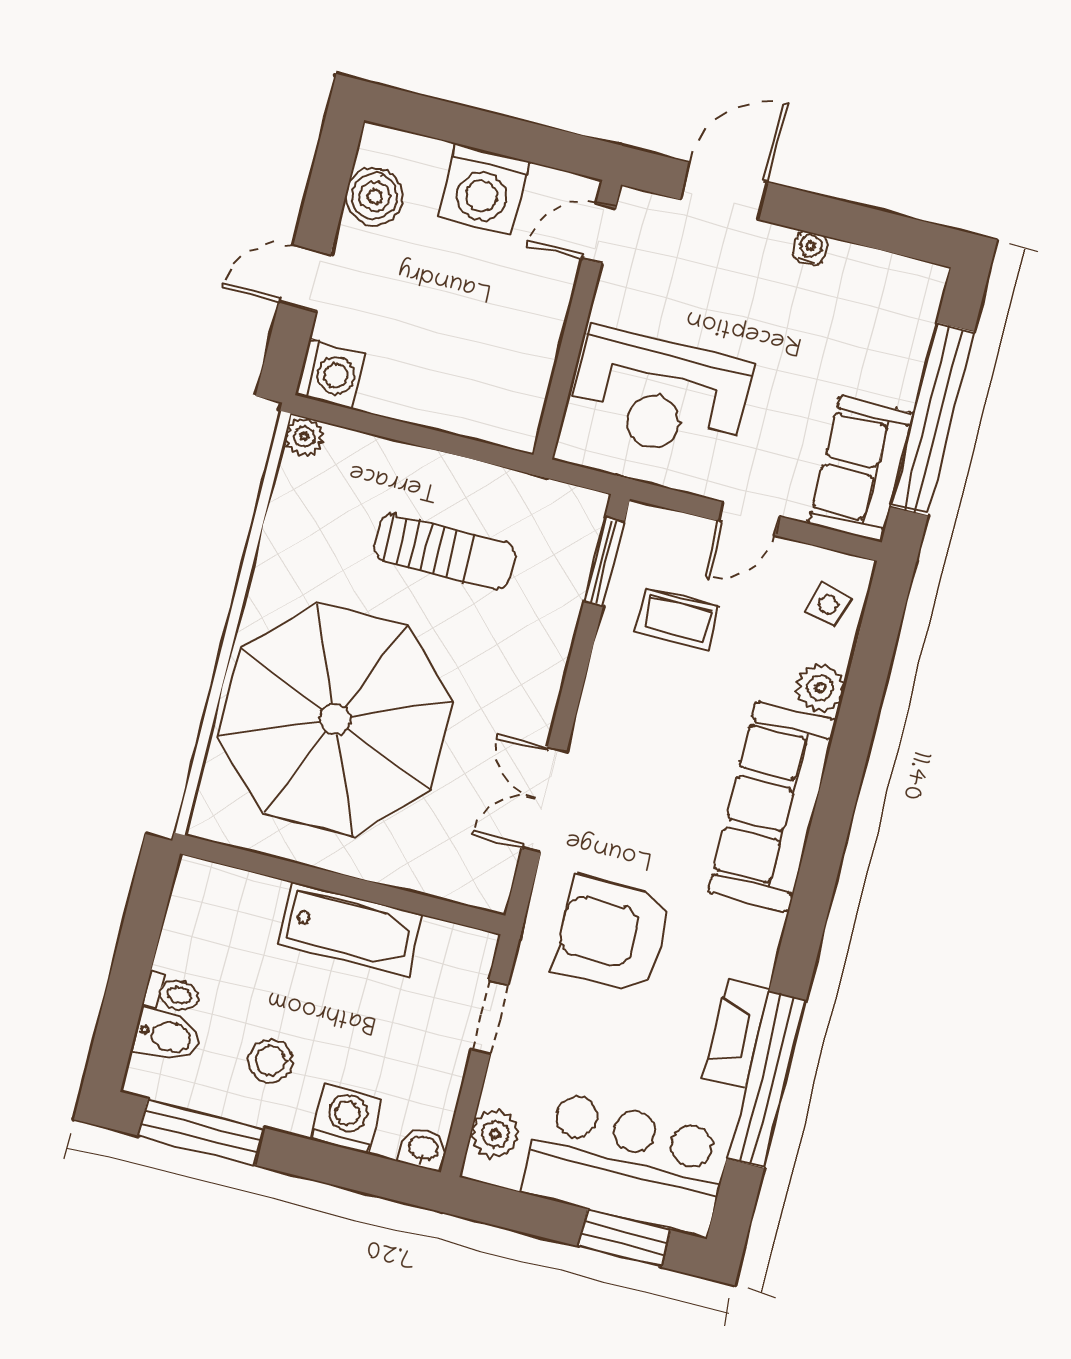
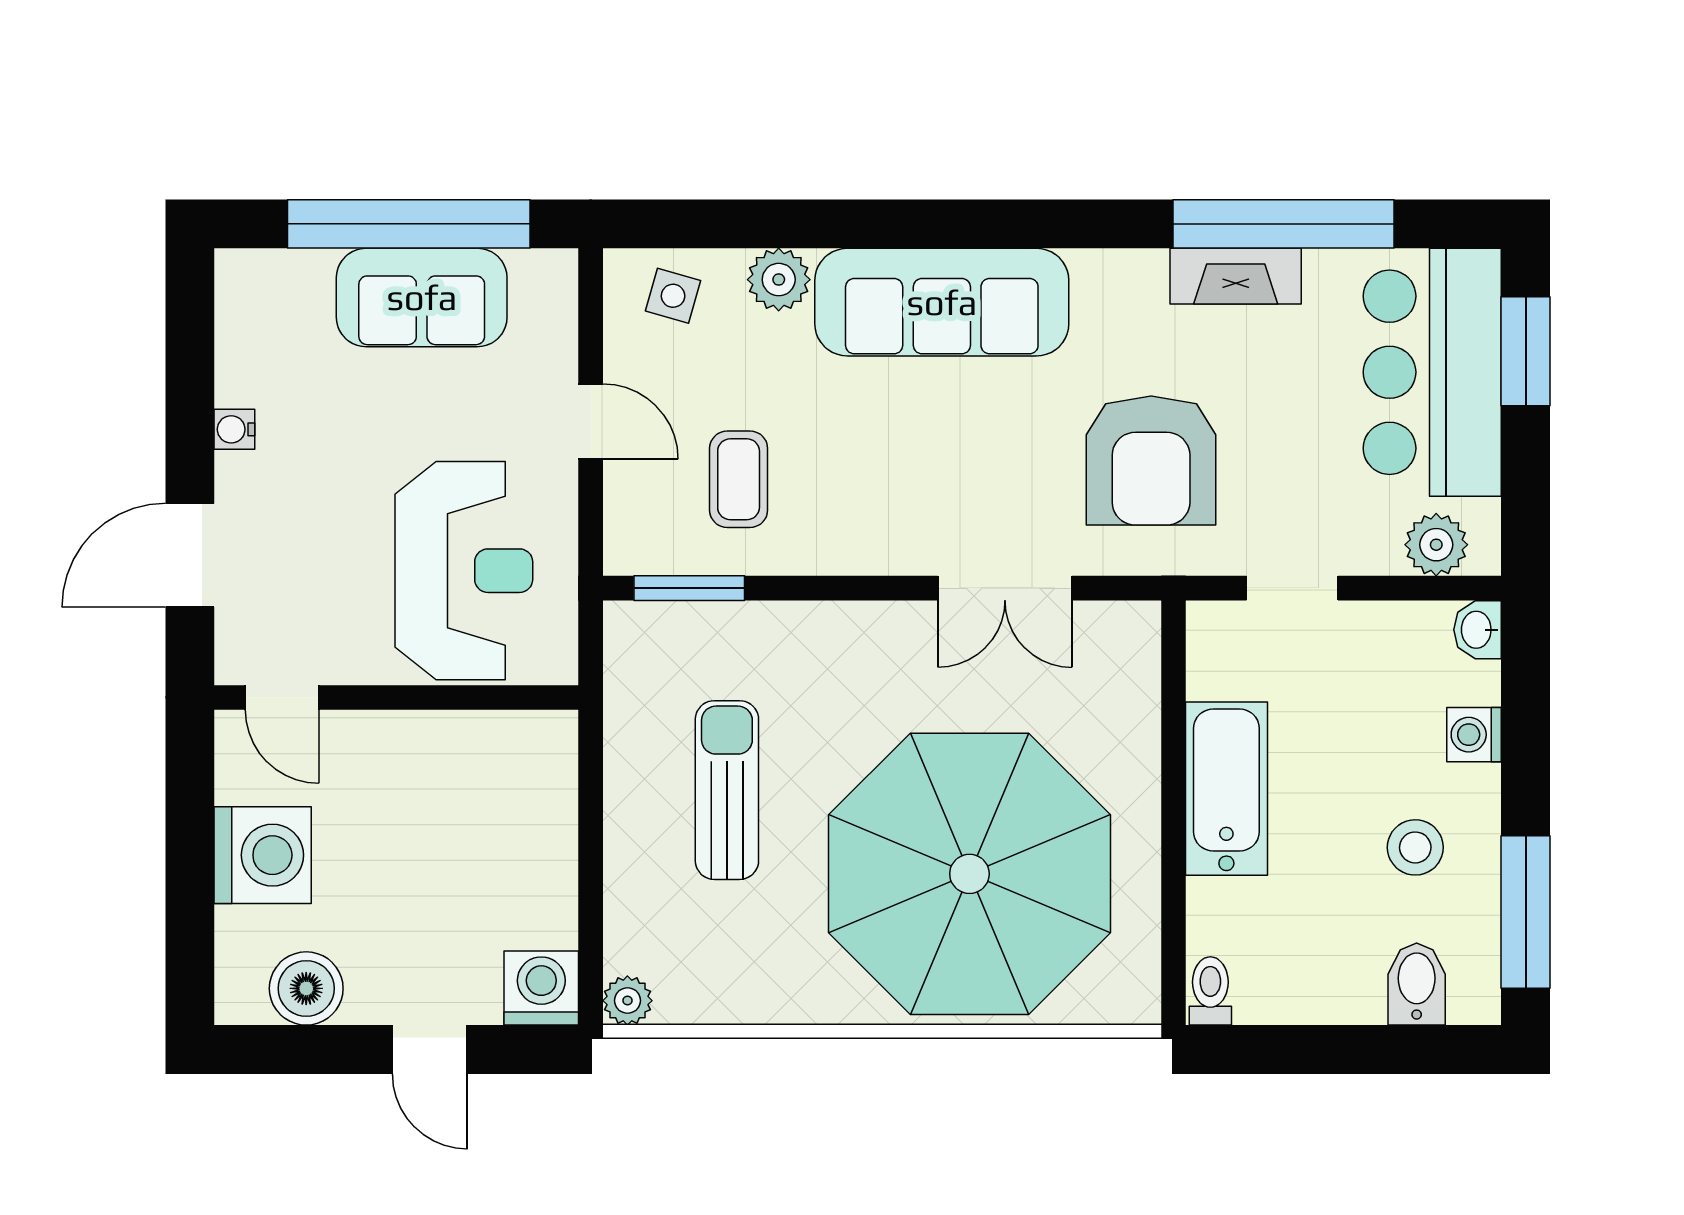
door: (724, 191) -> (190, 555), hinge flipped
sofa: (861, 469) -> (422, 297), moved
toilet: (172, 994) -> (1210, 991), moved
washing machine: (347, 1119) -> (1474, 735), width x0.73, depth x0.73

